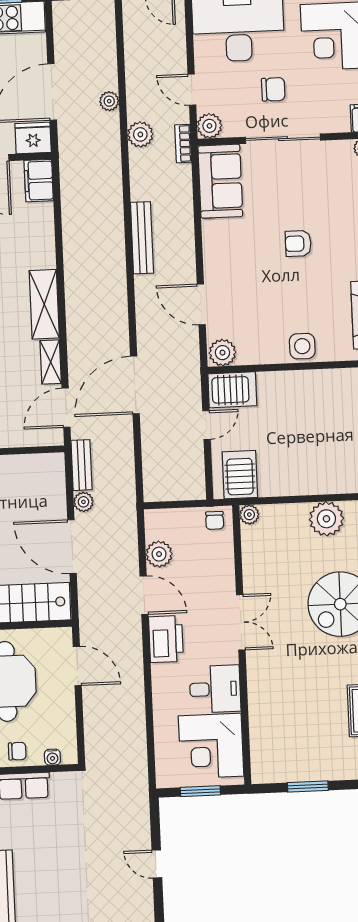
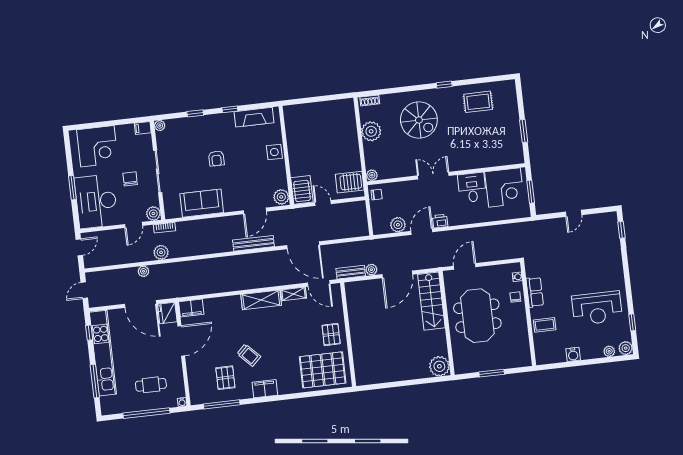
sofa: (220, 181) -> (202, 203), moved
bench: (142, 238) -> (253, 243), moved
printer: (166, 639) -> (440, 221), width x0.53, depth x0.68

